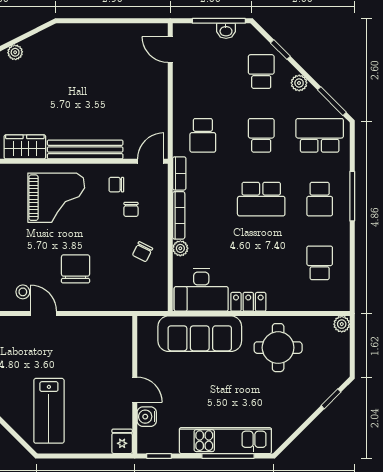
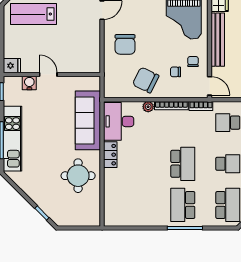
school desk: (261, 199) -> (183, 164), turned 180
school desk: (320, 199) -> (183, 205), width x1.85
chair: (143, 252) -> (146, 80), width x1.87, depth x1.87
school desk: (320, 263) -> (138, 205), removed
chair: (76, 269) -> (125, 44), moved, turned 90
plant: (342, 324) -> (95, 221), removed
door: (135, 390) -> (48, 74), swing flipped

